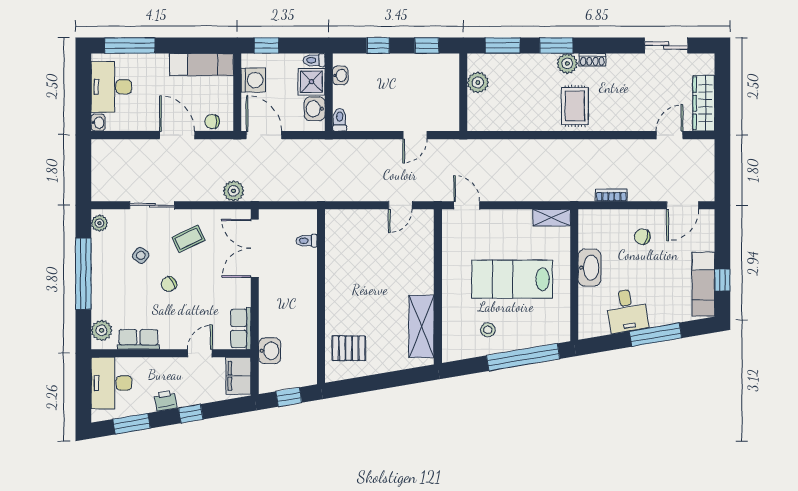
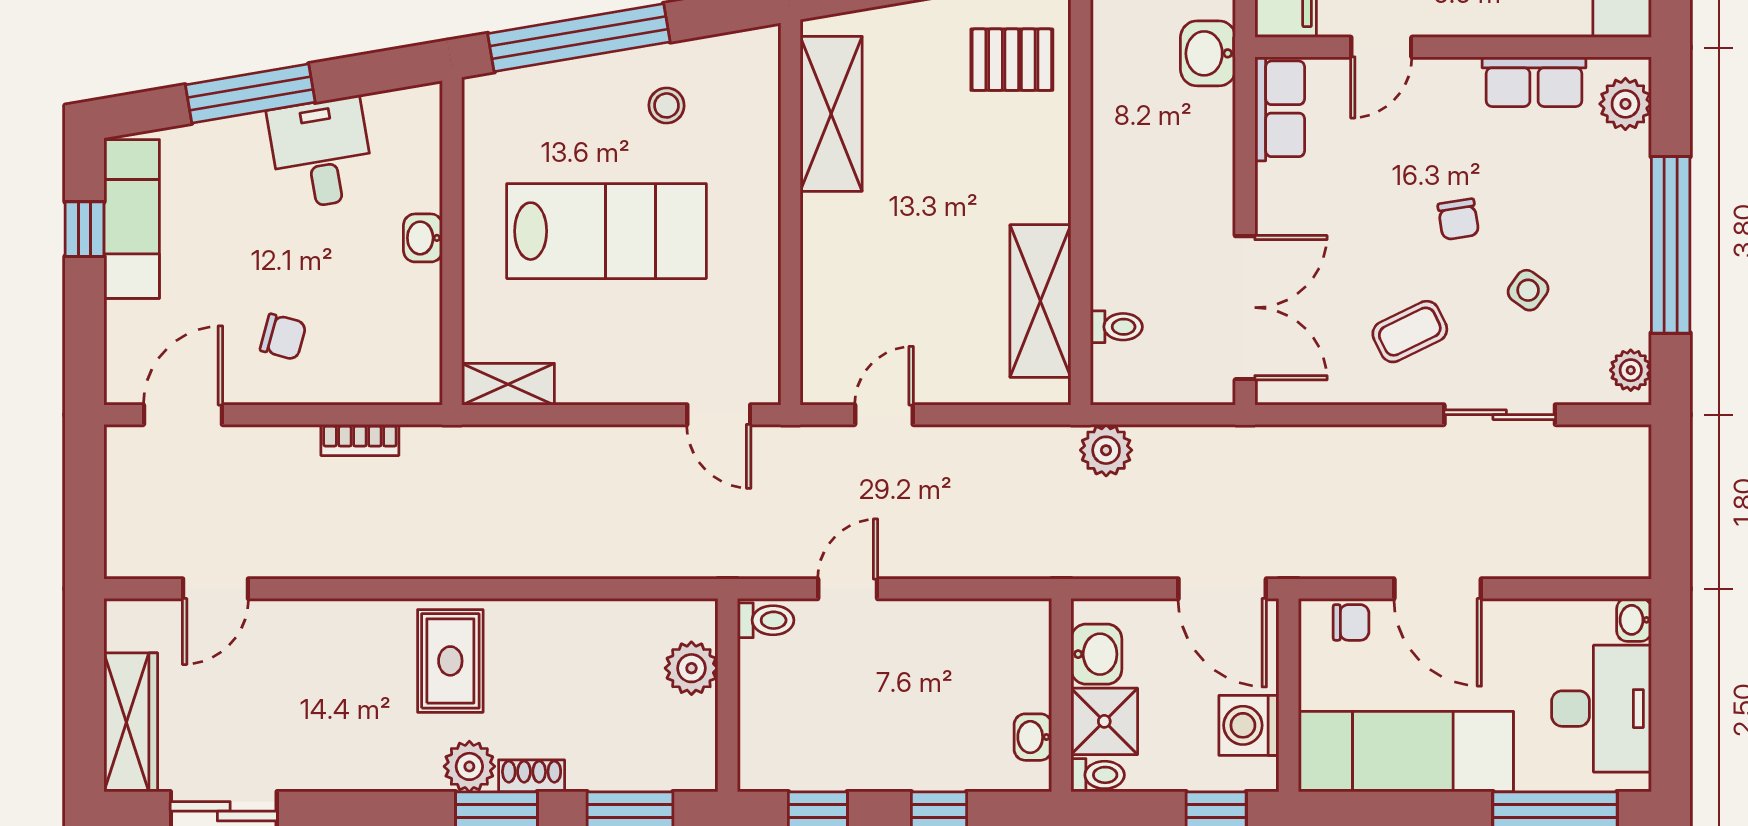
shoe rack: (592, 60) -> (532, 776), moved
exam couch: (202, 64) -> (1406, 752), width x1.36, depth x1.45
plant: (478, 82) -> (691, 668), moved
wardrobe: (704, 103) -> (131, 722), moved
toilet: (340, 120) -> (766, 620), moved, turned -90
plant: (234, 191) -> (1106, 450), moved
shelving: (337, 251) -> (1040, 301), added
washbasin: (589, 268) -> (423, 238), width x0.52, depth x0.69
chair: (169, 284) -> (1458, 219), turned 113

